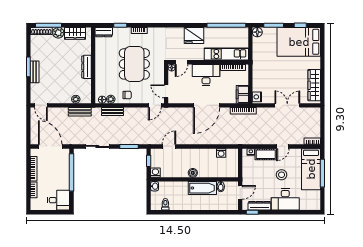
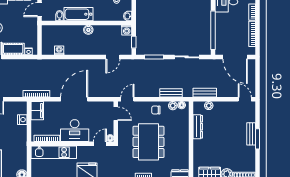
dresser: (86, 67) -> (198, 127), moved
nightstand: (257, 97) -> (22, 120), moved

